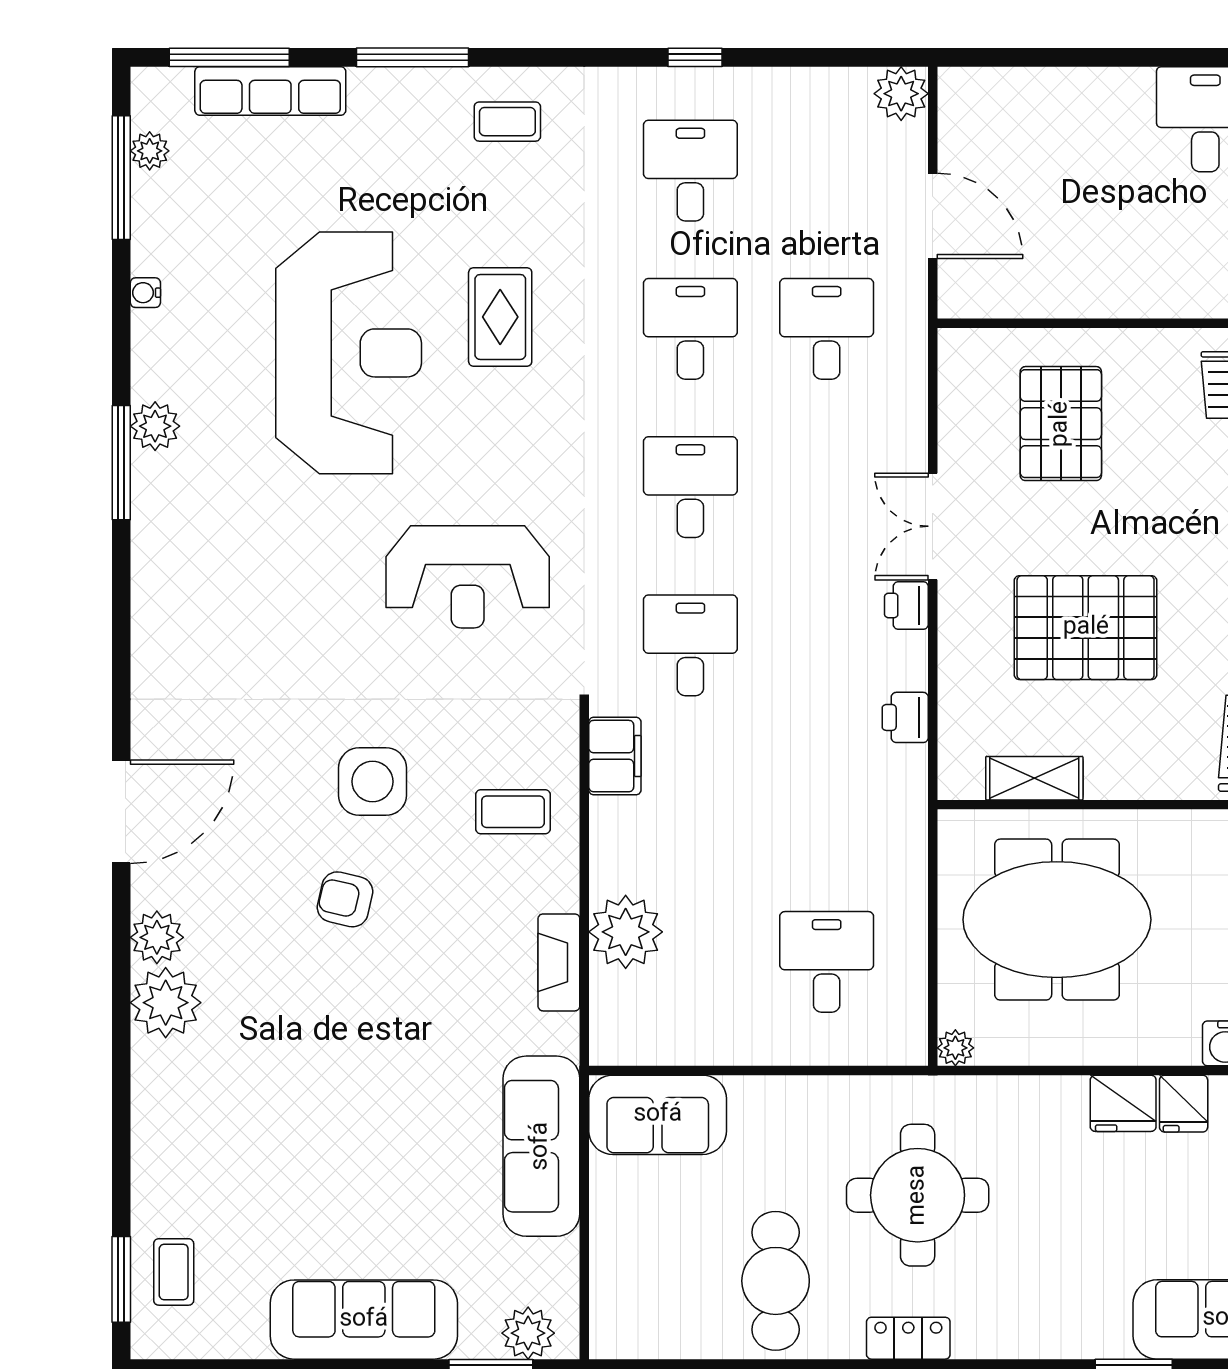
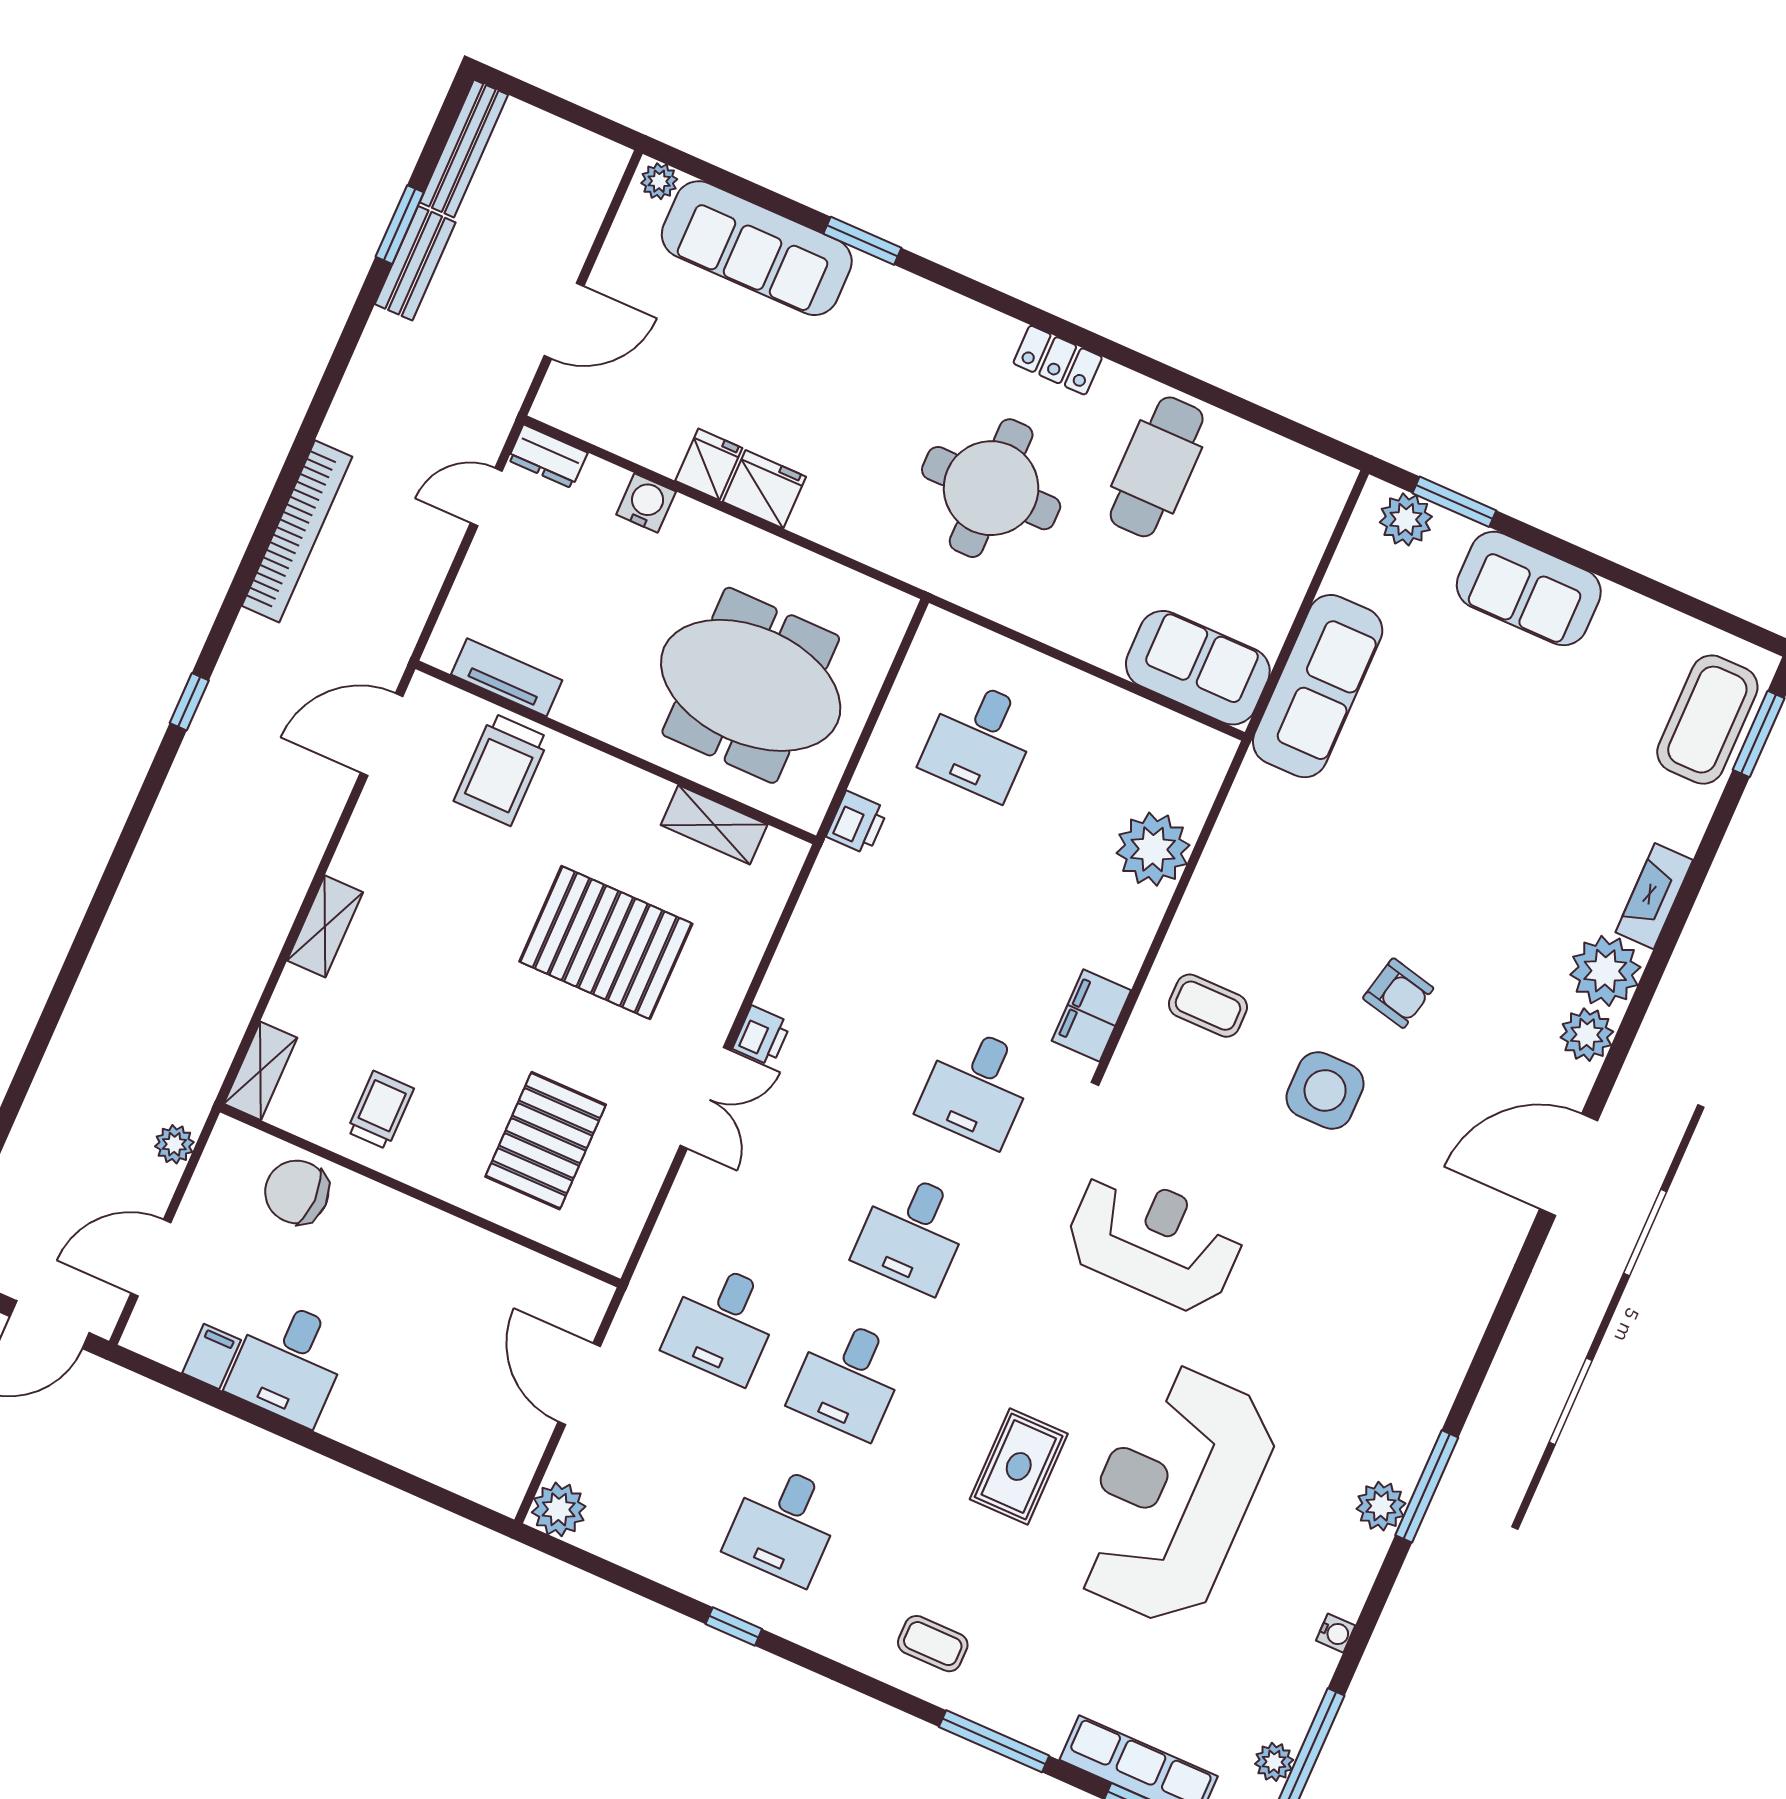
printer: (905, 717) -> (857, 823), moved
fireplace: (559, 962) -> (1654, 896), moved, turned 180
plant: (955, 1048) -> (896, 609), removed
coffee table: (174, 1272) -> (1707, 720), width x1.86, depth x1.72
sofa: (364, 1320) -> (1529, 588), width x0.73

